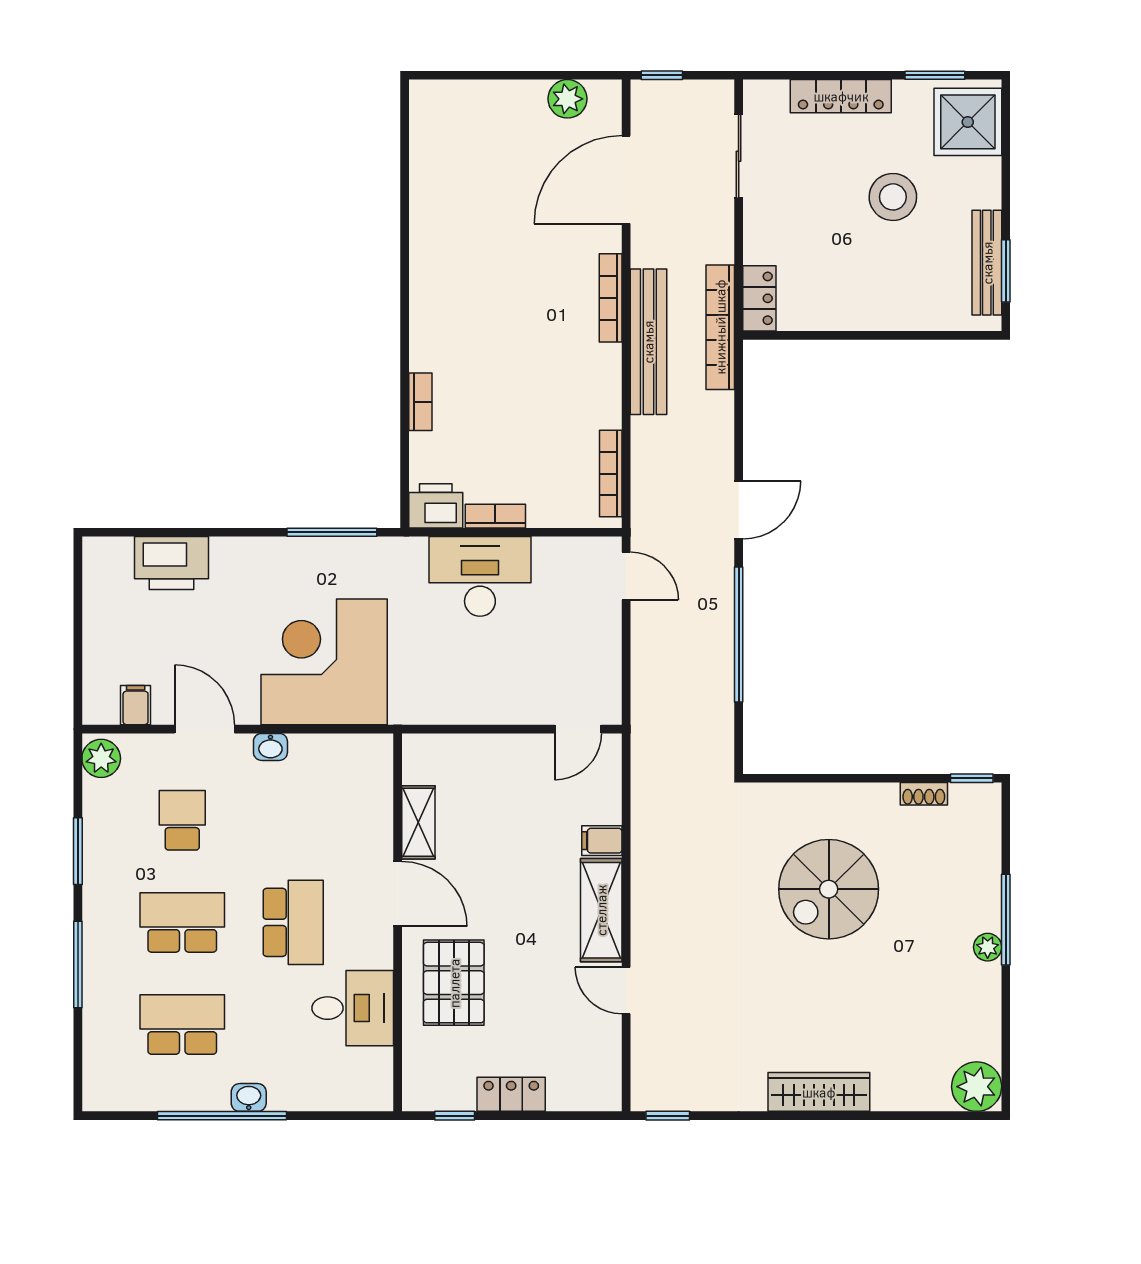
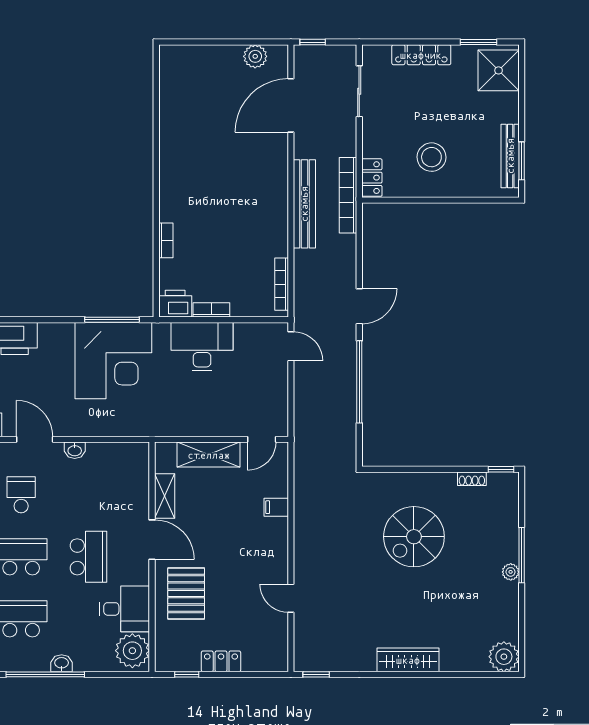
stool: (893, 197) -> (431, 157), moved
bookcase: (611, 298) -> (281, 177), removed
corner desk: (324, 662) -> (113, 361), moved, turned 180
shelving: (601, 910) -> (209, 455), moved, turned 90
plant: (365, 1077) -> (132, 651), added

